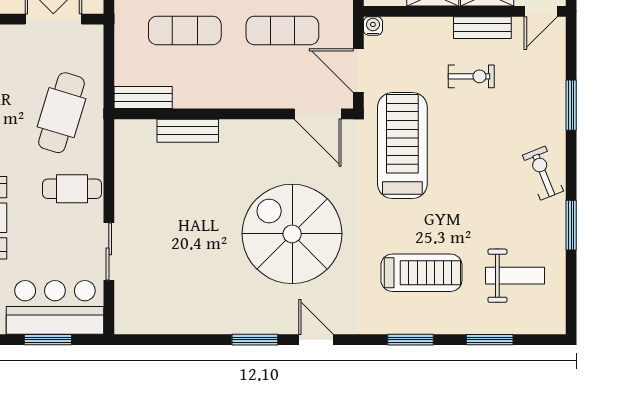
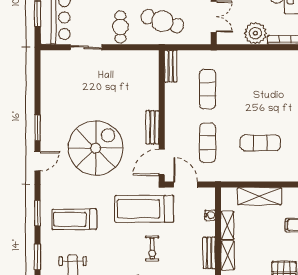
water cooler: (373, 26) -> (210, 215), moved
door: (358, 70) -> (186, 185), hinge flipped
exercise bike: (471, 76) -> (152, 249), moved
bench: (188, 131) -> (152, 127), moved
treadmill: (402, 146) -> (144, 209), turned 180
treadmill: (421, 273) -> (74, 219), turned 90

